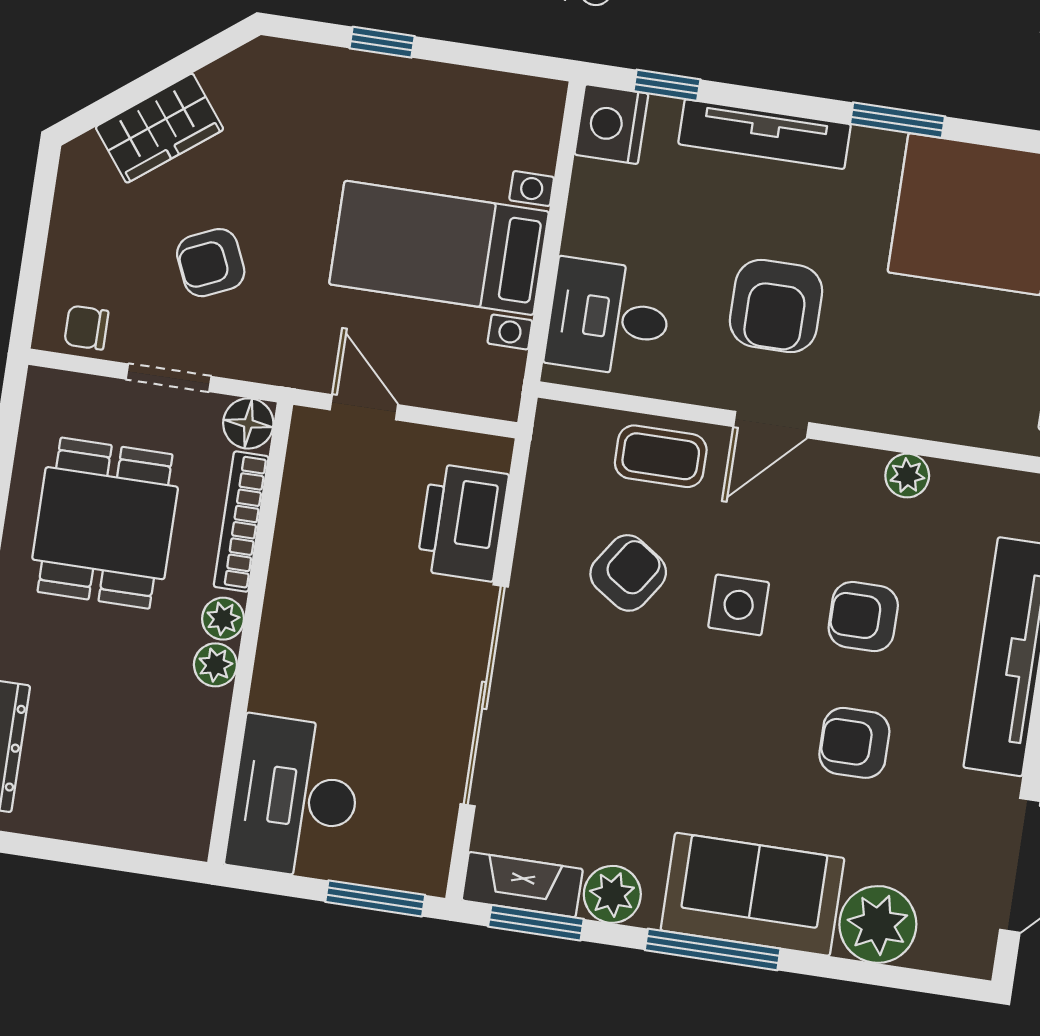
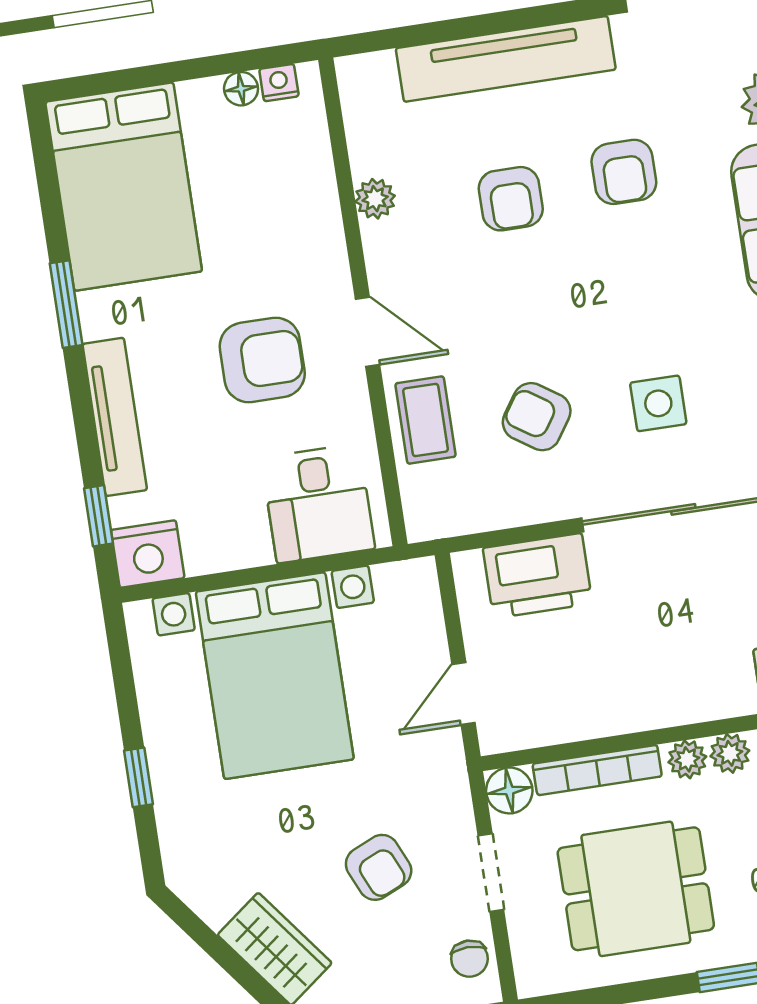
bed with nightstands: (439, 248) -> (275, 676), width x1.36
side table: (739, 605) -> (658, 403), moved

